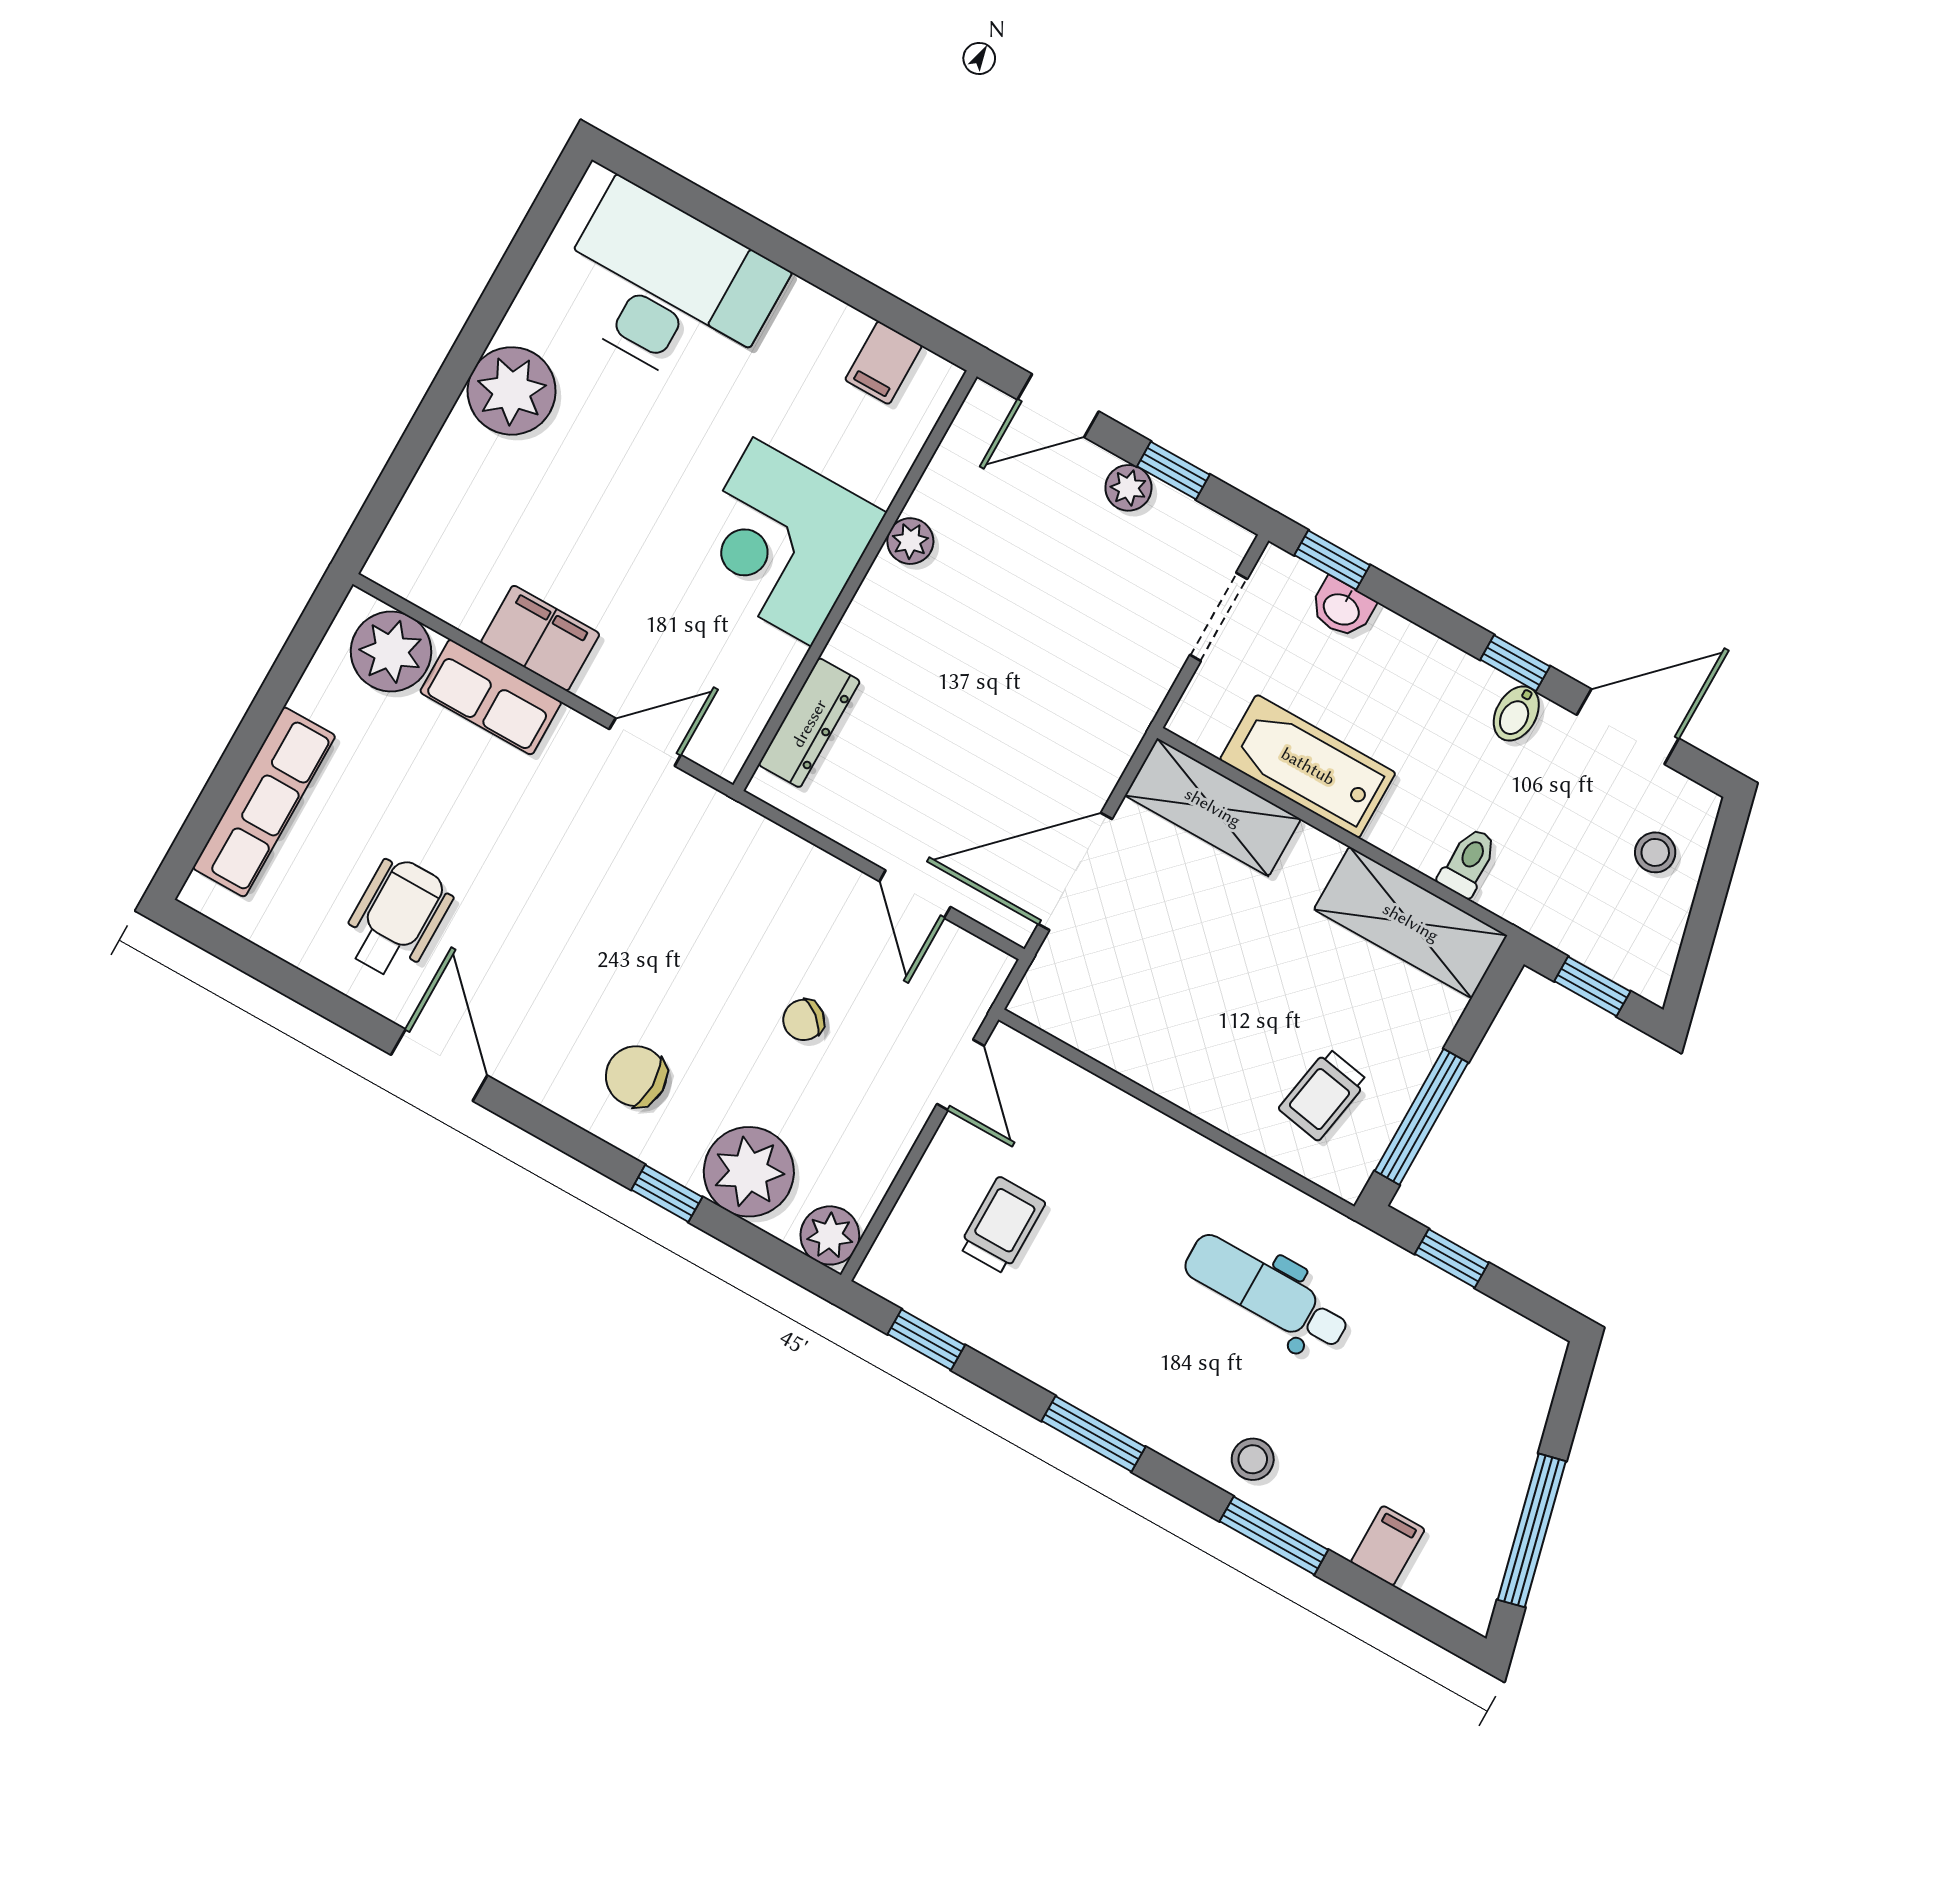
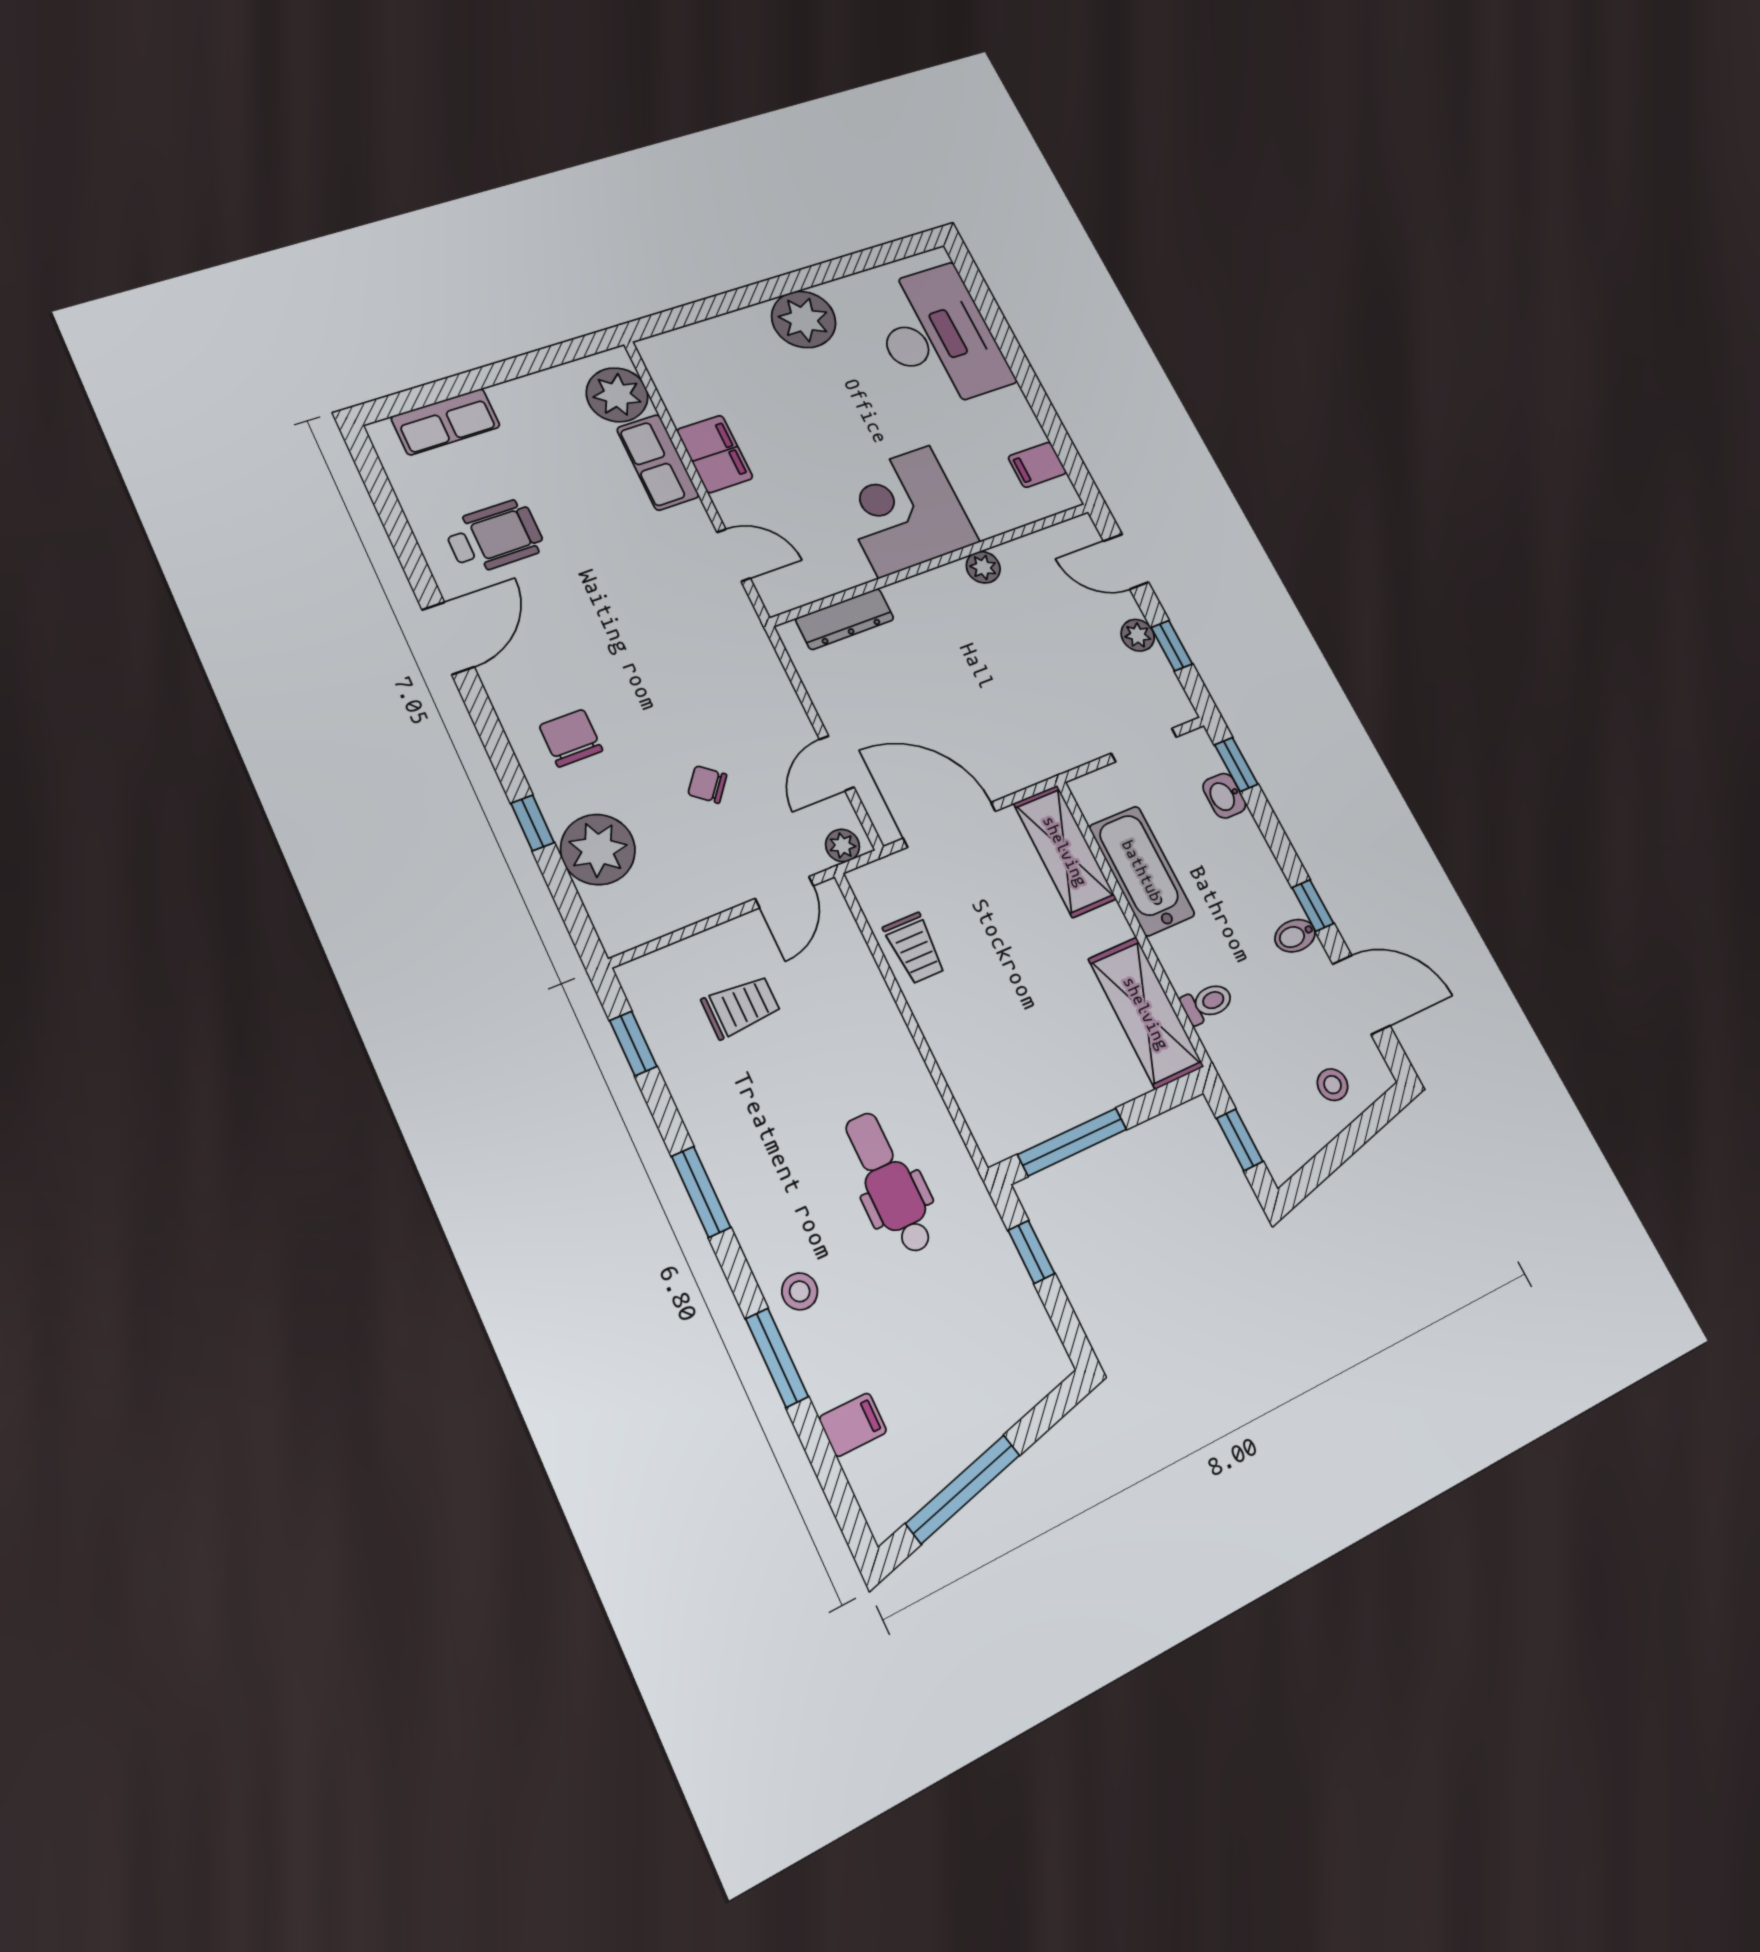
row of seats: (264, 802) -> (446, 422), width x0.68
trolley: (1323, 1095) -> (915, 948), moved, turned -100
plant: (830, 1235) -> (843, 846), moved, width x0.73, depth x0.73

